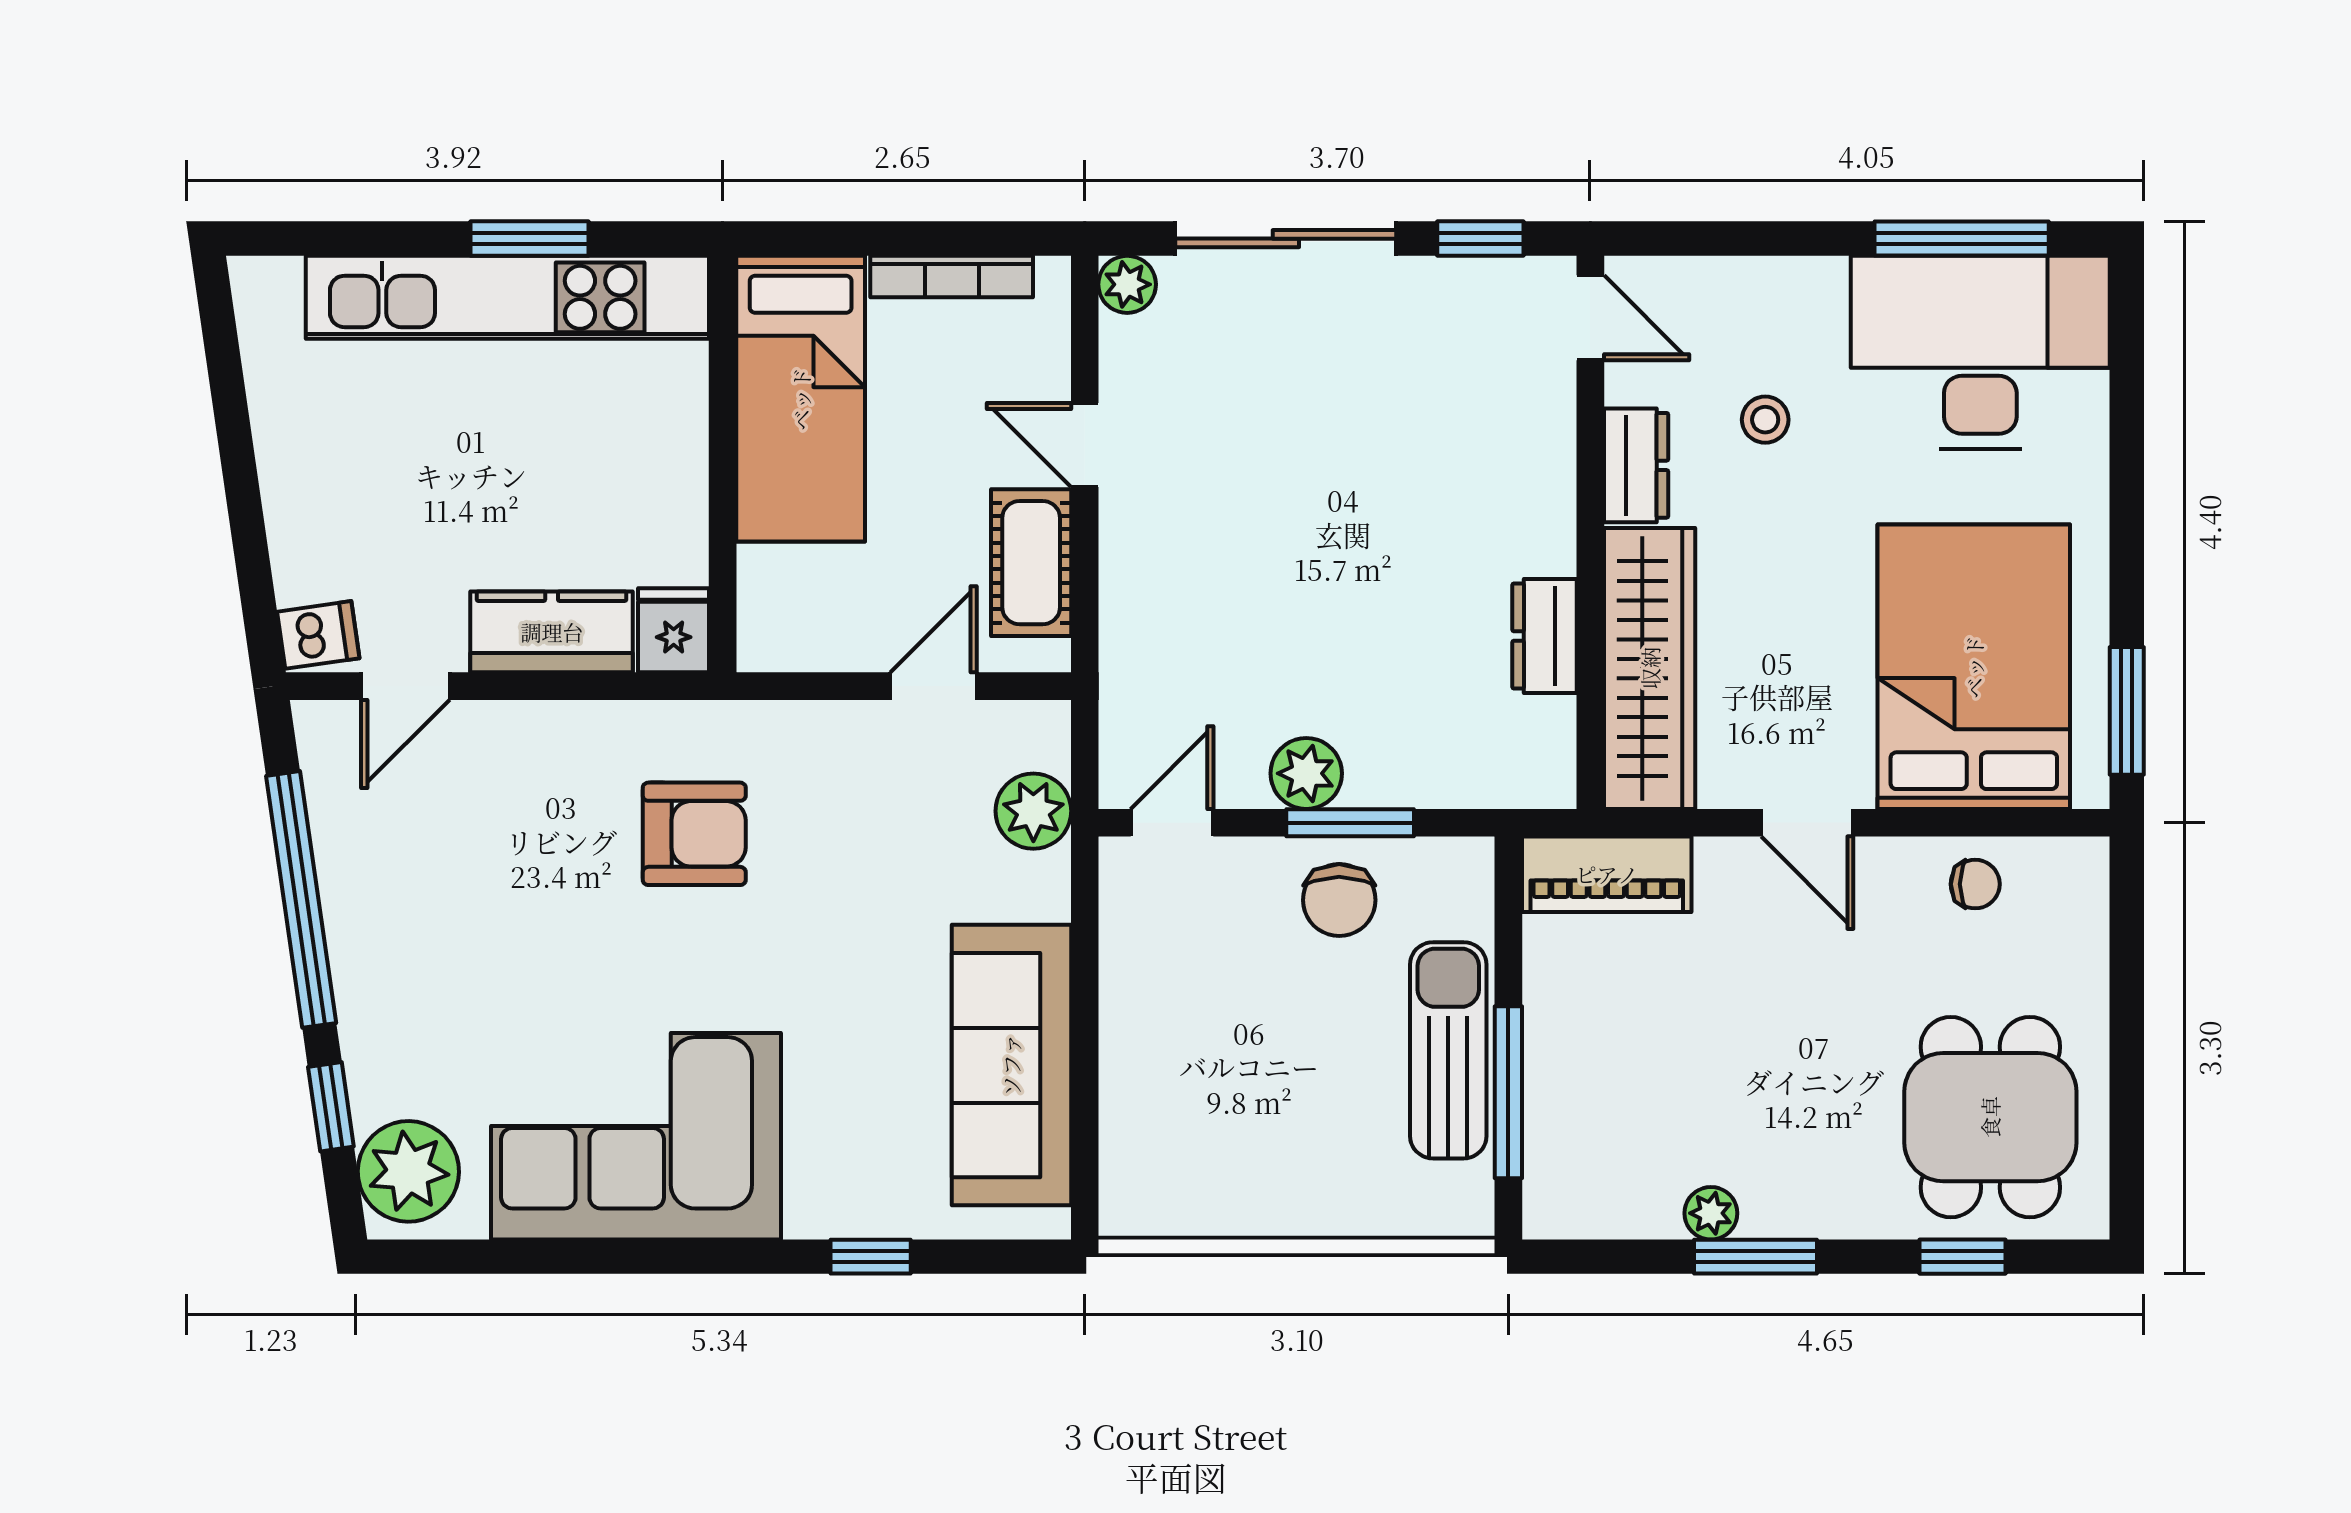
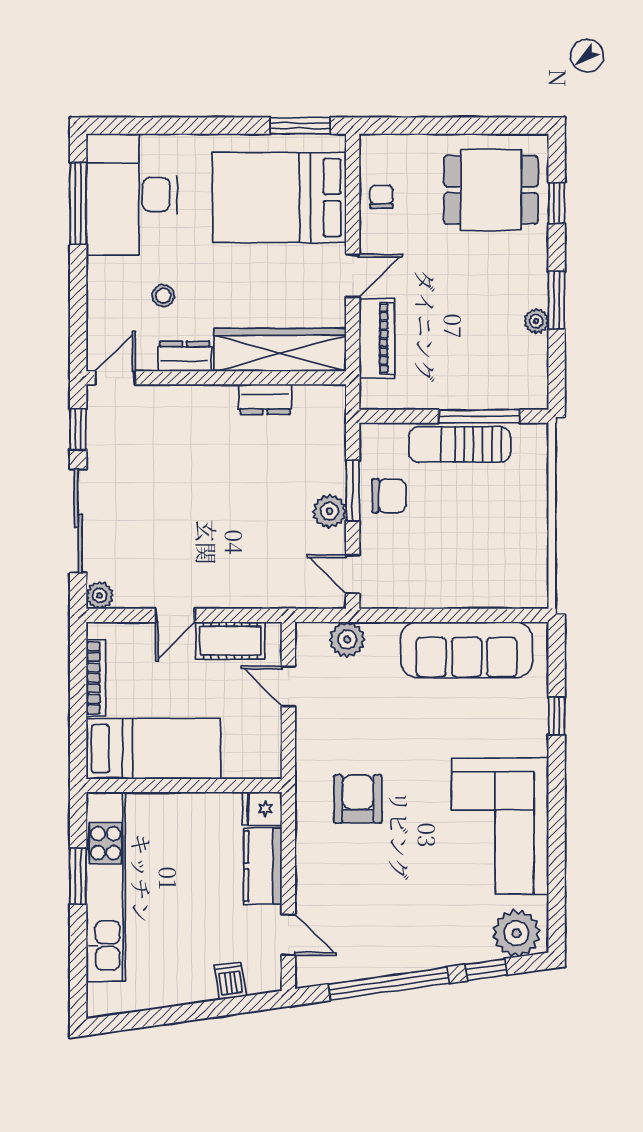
dishwasher: (318, 635) -> (230, 981), moved
piano: (1607, 874) -> (377, 338), moved

